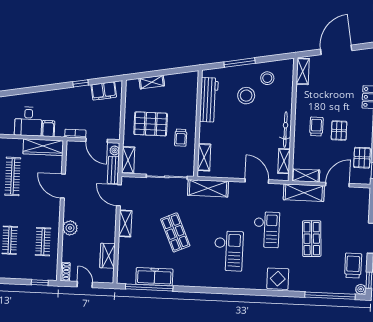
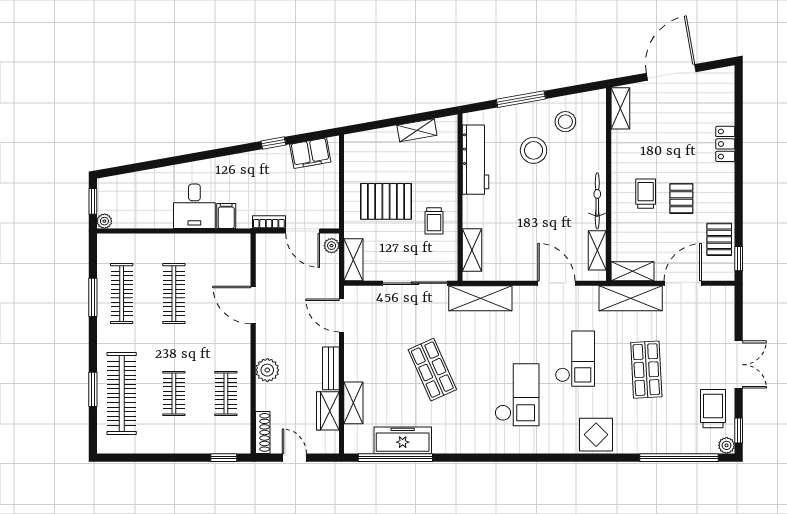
shelving: (152, 82) -> (417, 130), moved
wardrobe: (43, 147) -> (220, 245), removed
bench: (113, 170) -> (331, 368), moved
shelving: (125, 224) -> (353, 403), moved
shoe rack: (65, 272) -> (263, 432), width x1.43

